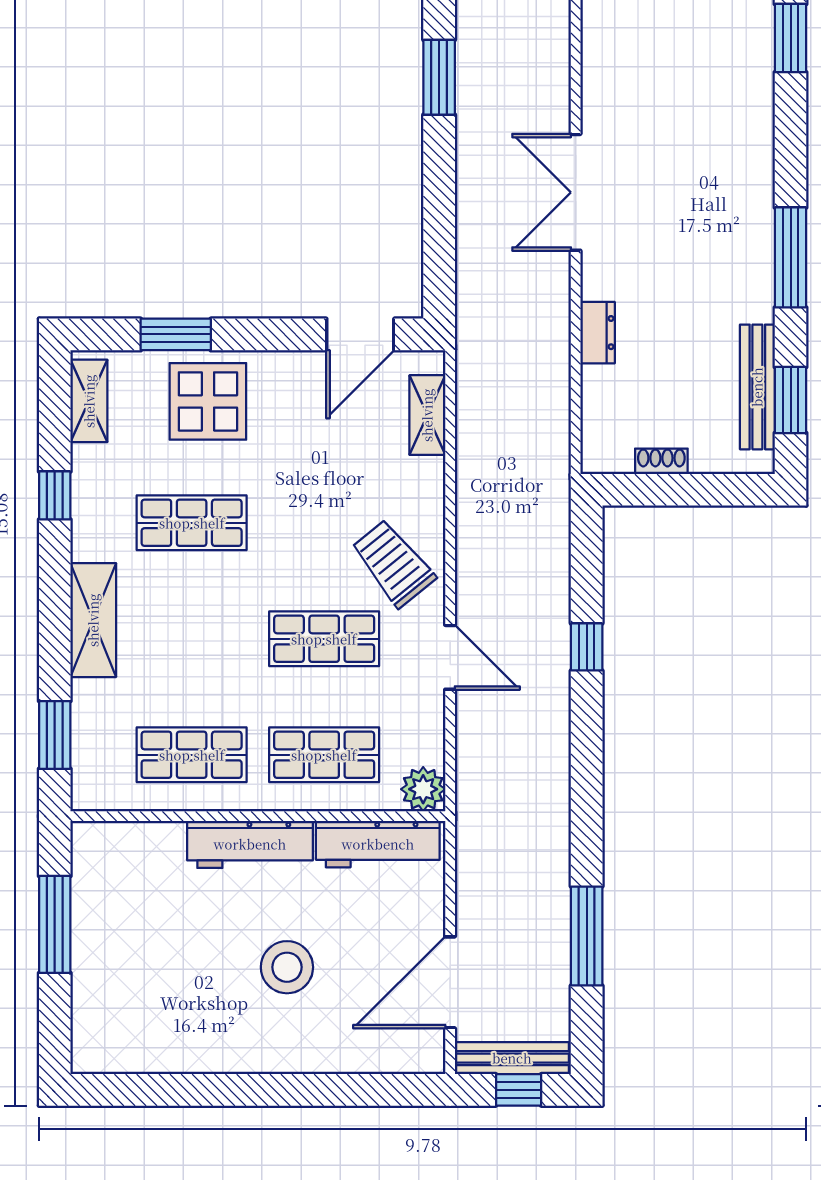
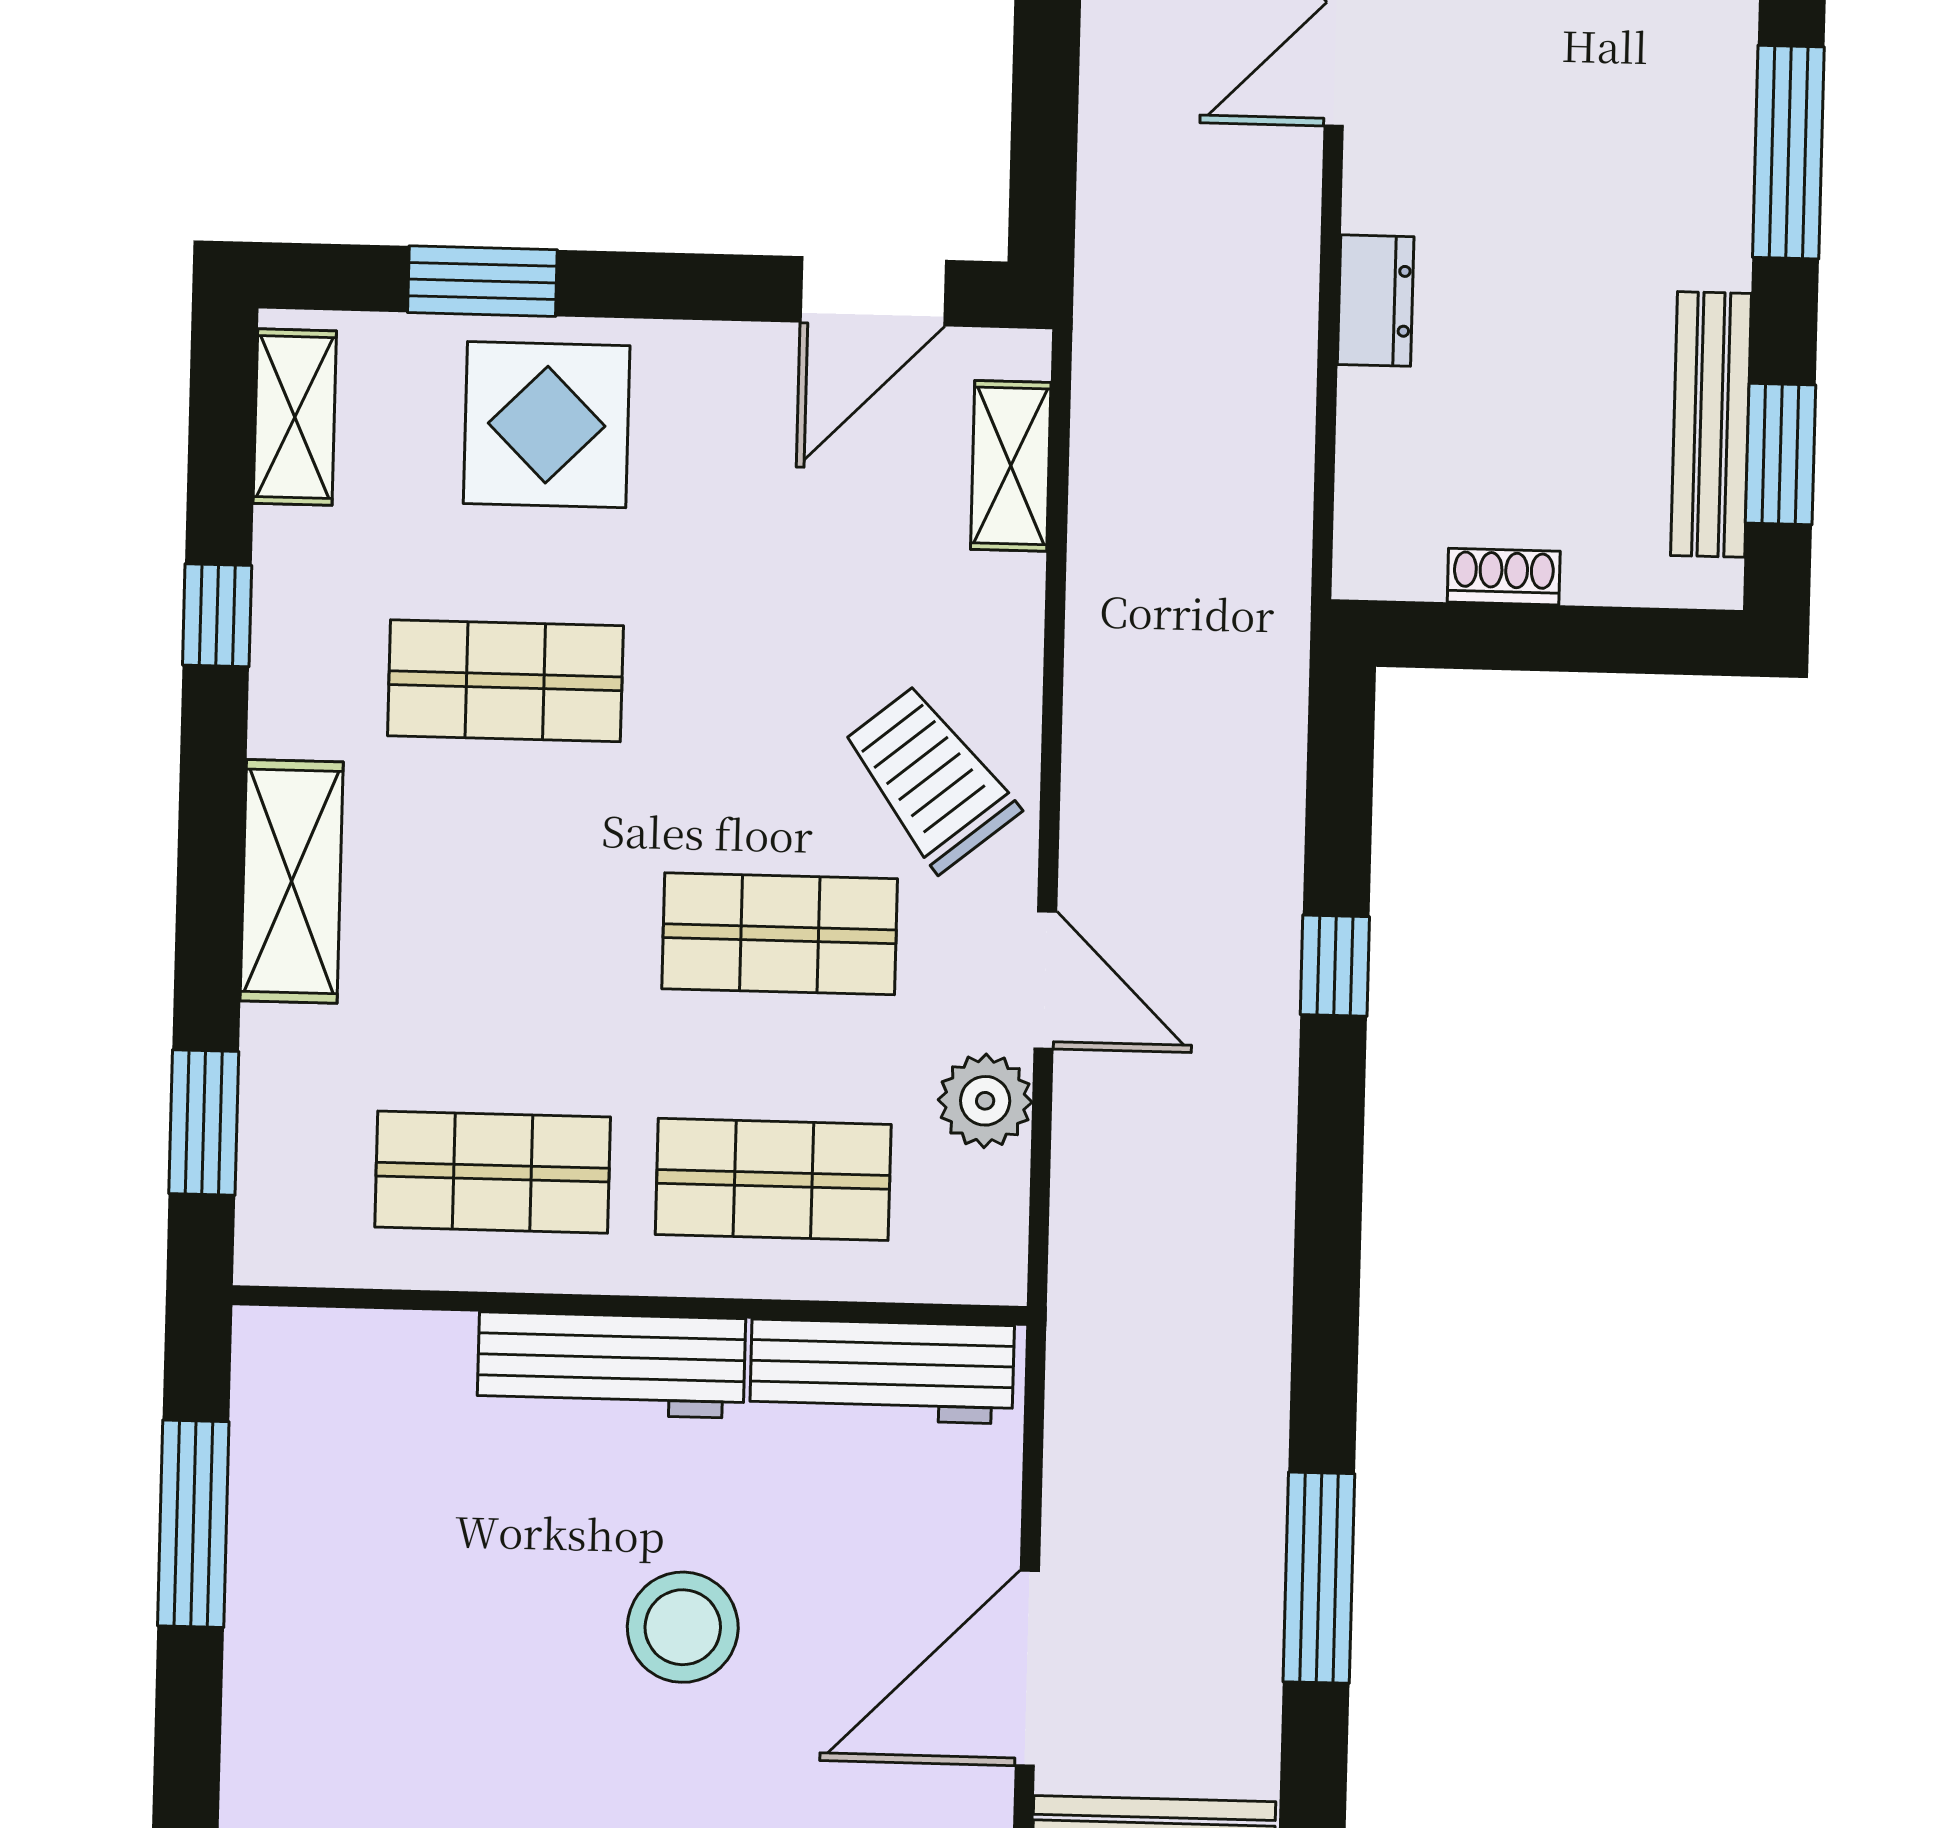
plant: (423, 789) -> (985, 1101), moved

